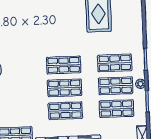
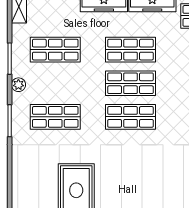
shop shelf: (116, 86) -> (55, 83), removed

